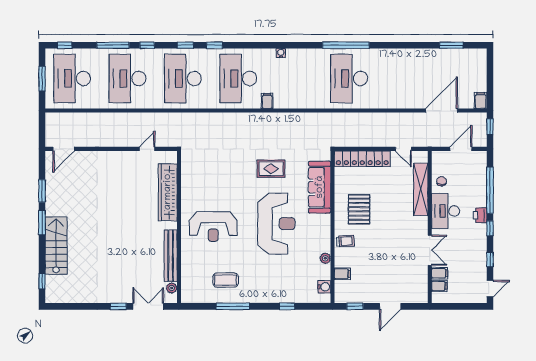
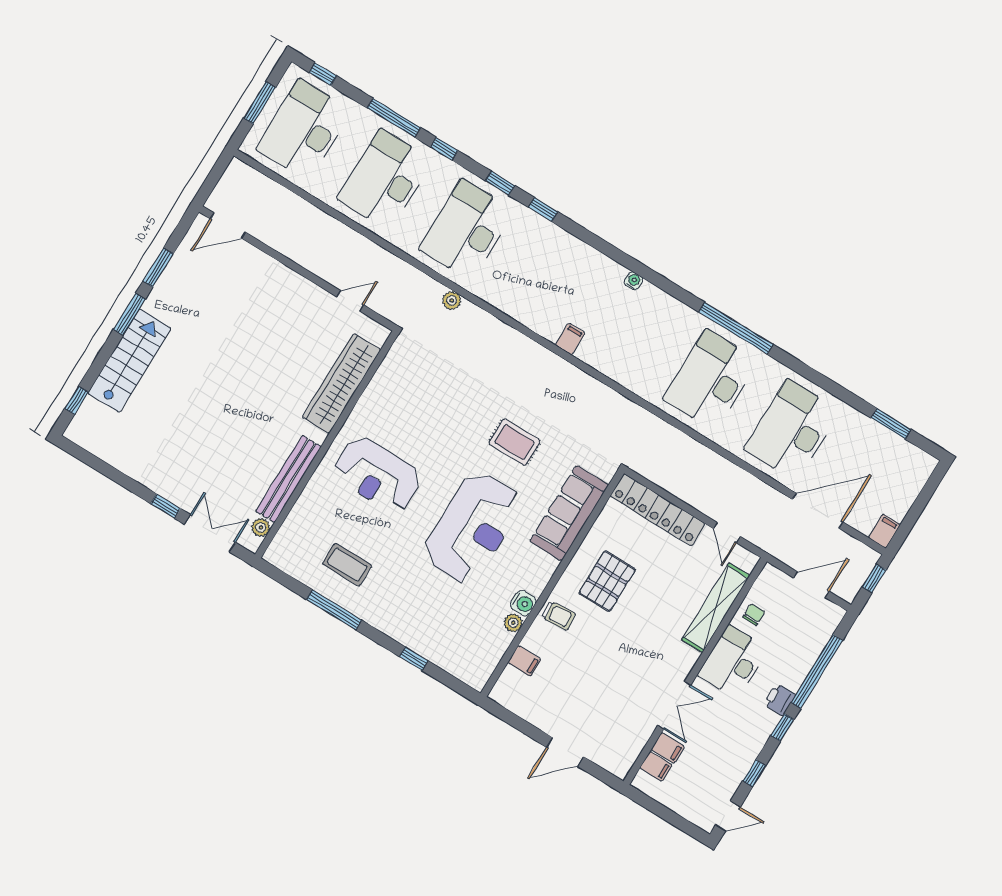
desk: (238, 79) -> (792, 430), moved
plant: (197, 118) -> (452, 300), added
water cooler: (324, 287) -> (523, 603), moved
window: (355, 306) -> (513, 720), removed

